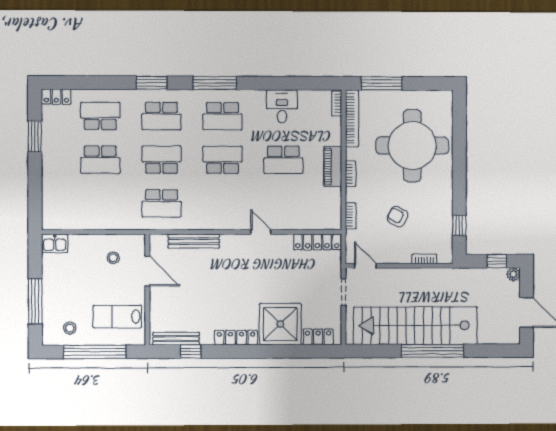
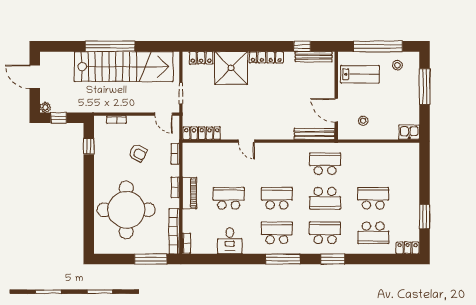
school desk: (222, 160) -> (277, 198), turned 180
bench: (194, 241) -> (314, 134), moved

